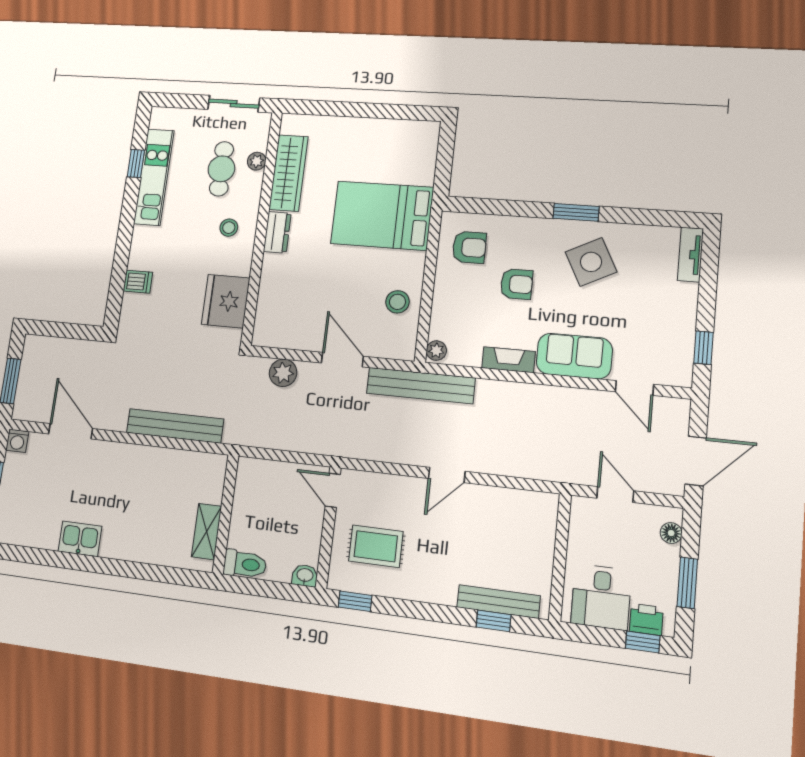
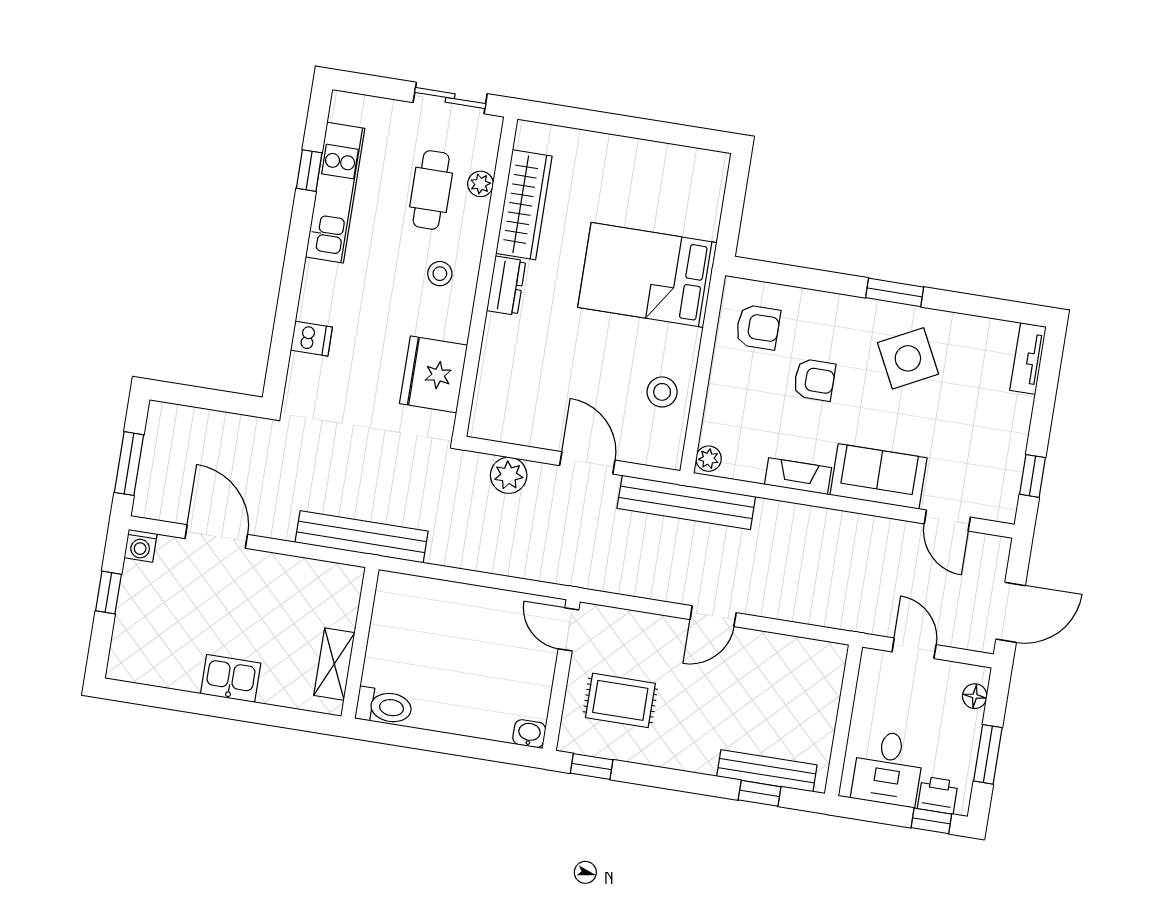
wall: (226, 514) -> (360, 643), moved
shelving: (207, 532) -> (334, 664), moved
toilet: (245, 564) -> (384, 706), moved

